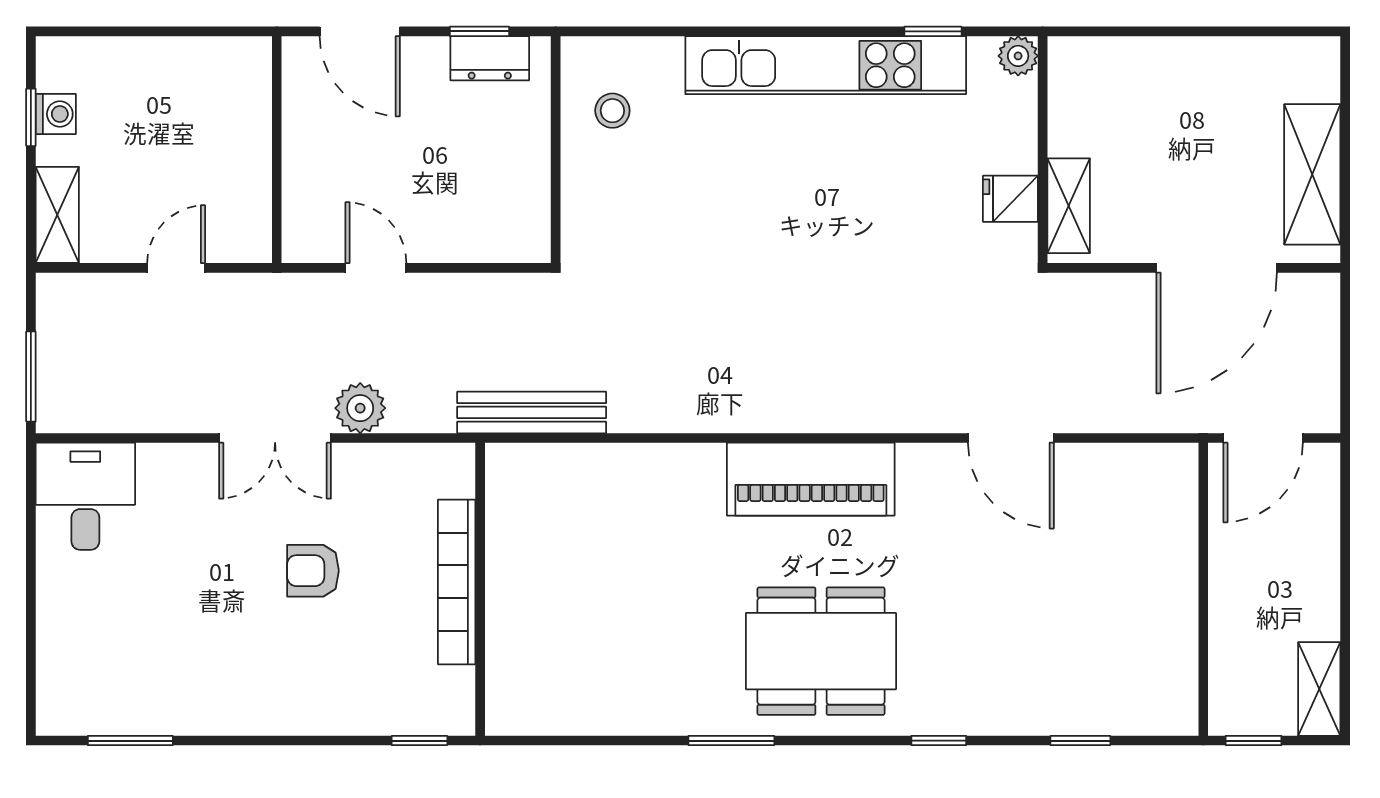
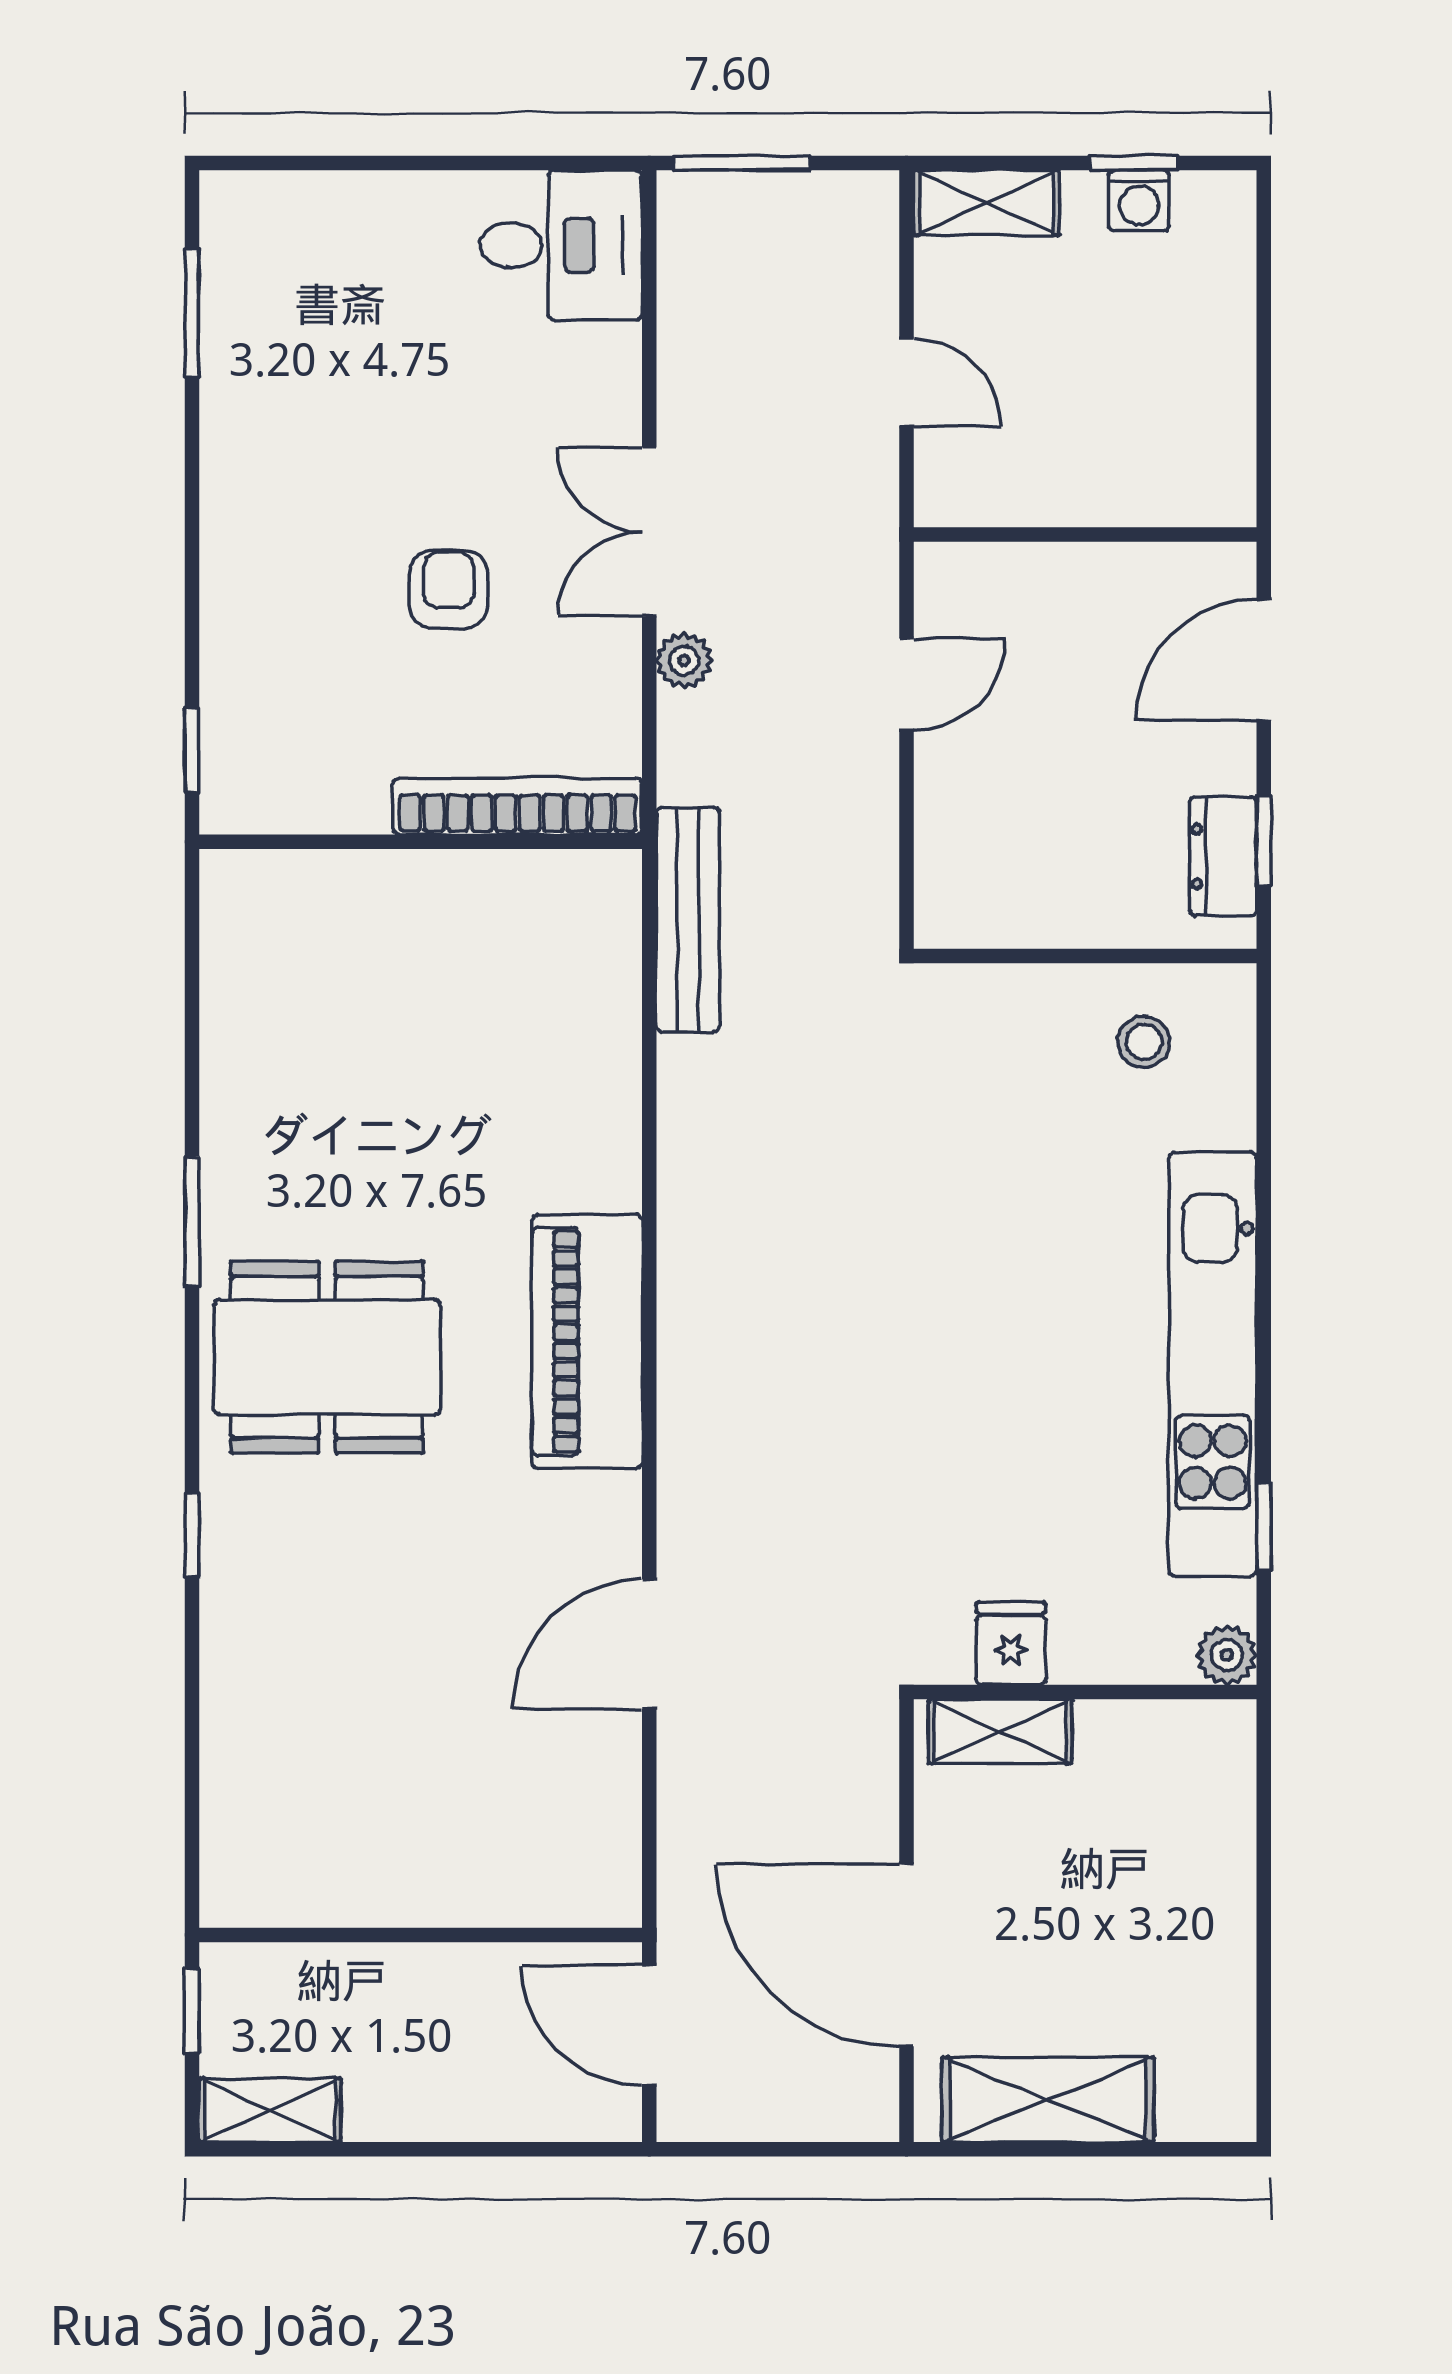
plant: (360, 408) -> (684, 661), width x0.73, depth x0.73
bookcase: (457, 582) -> (518, 806), moved
dining table: (821, 651) -> (327, 1357), turned 90
window: (1080, 741) -> (192, 1749), removed

